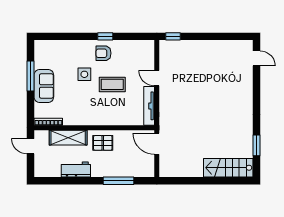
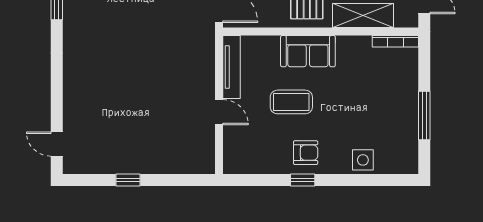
window: (173, 36) -> (128, 180), moved
side table: (84, 74) -> (363, 160), moved
sofa: (44, 86) -> (308, 51), moved, turned -90

